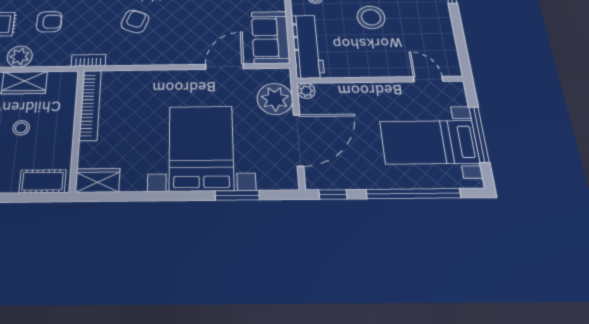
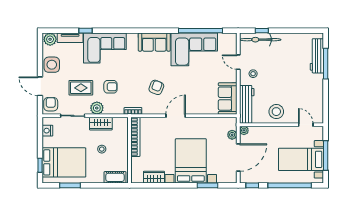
stool: (371, 17) -> (276, 112), moved
door: (225, 67) -> (176, 116), moved
plant: (275, 99) -> (232, 135), width x0.53, depth x0.53
wardrobe: (98, 180) -> (154, 177), moved

